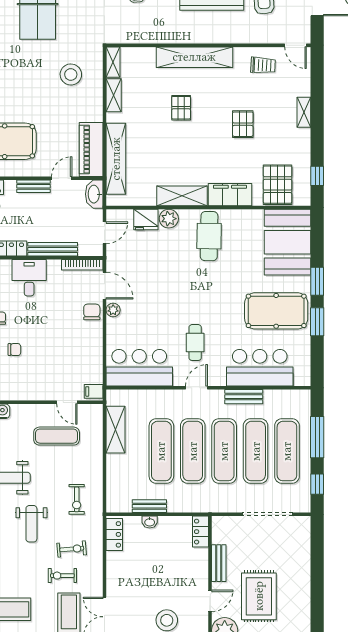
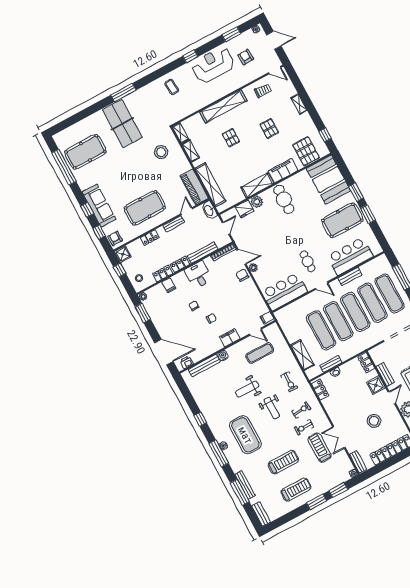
door: (196, 388) -> (322, 286), swing flipped
filing cabinet: (26, 391) -> (230, 338), added
shelving: (116, 430) -> (302, 355), moved
shower: (197, 571) -> (376, 385), added

